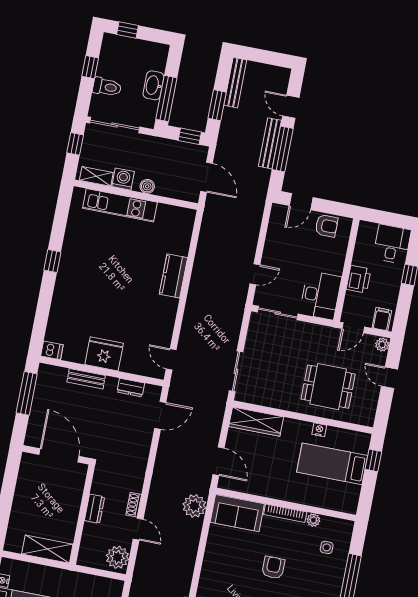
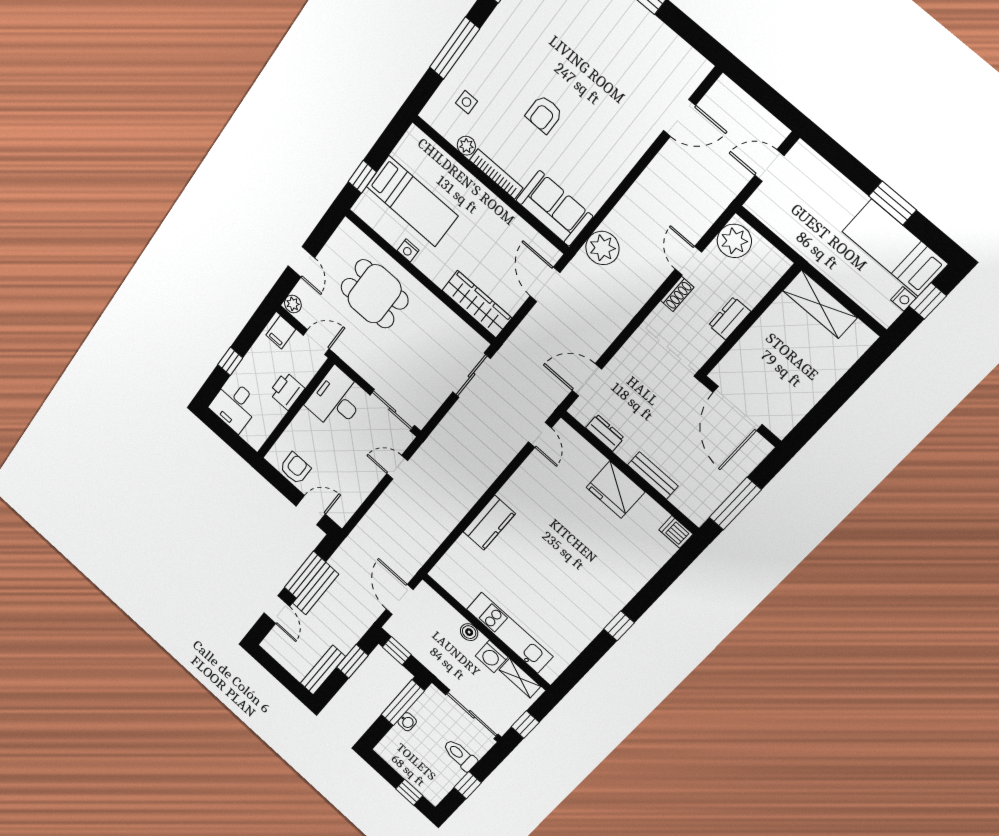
washbasin: (153, 85) -> (407, 722), width x0.52, depth x0.69
armchair: (326, 226) -> (295, 468), turned 90

